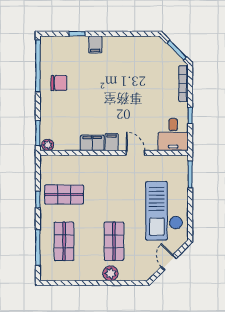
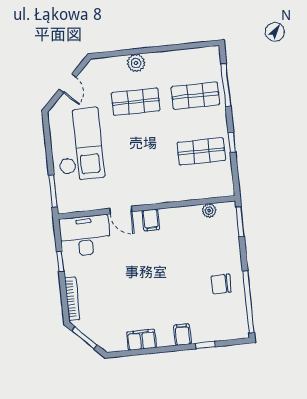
desk: (173, 135) -> (85, 236), width x1.37
filing cabinet: (92, 143) -> (141, 340), moved, turned 180
plant: (48, 145) -> (209, 211), moved
shop shelf: (64, 241) -> (195, 96), turned 90
shop shelf: (114, 241) -> (136, 102), turned 90

